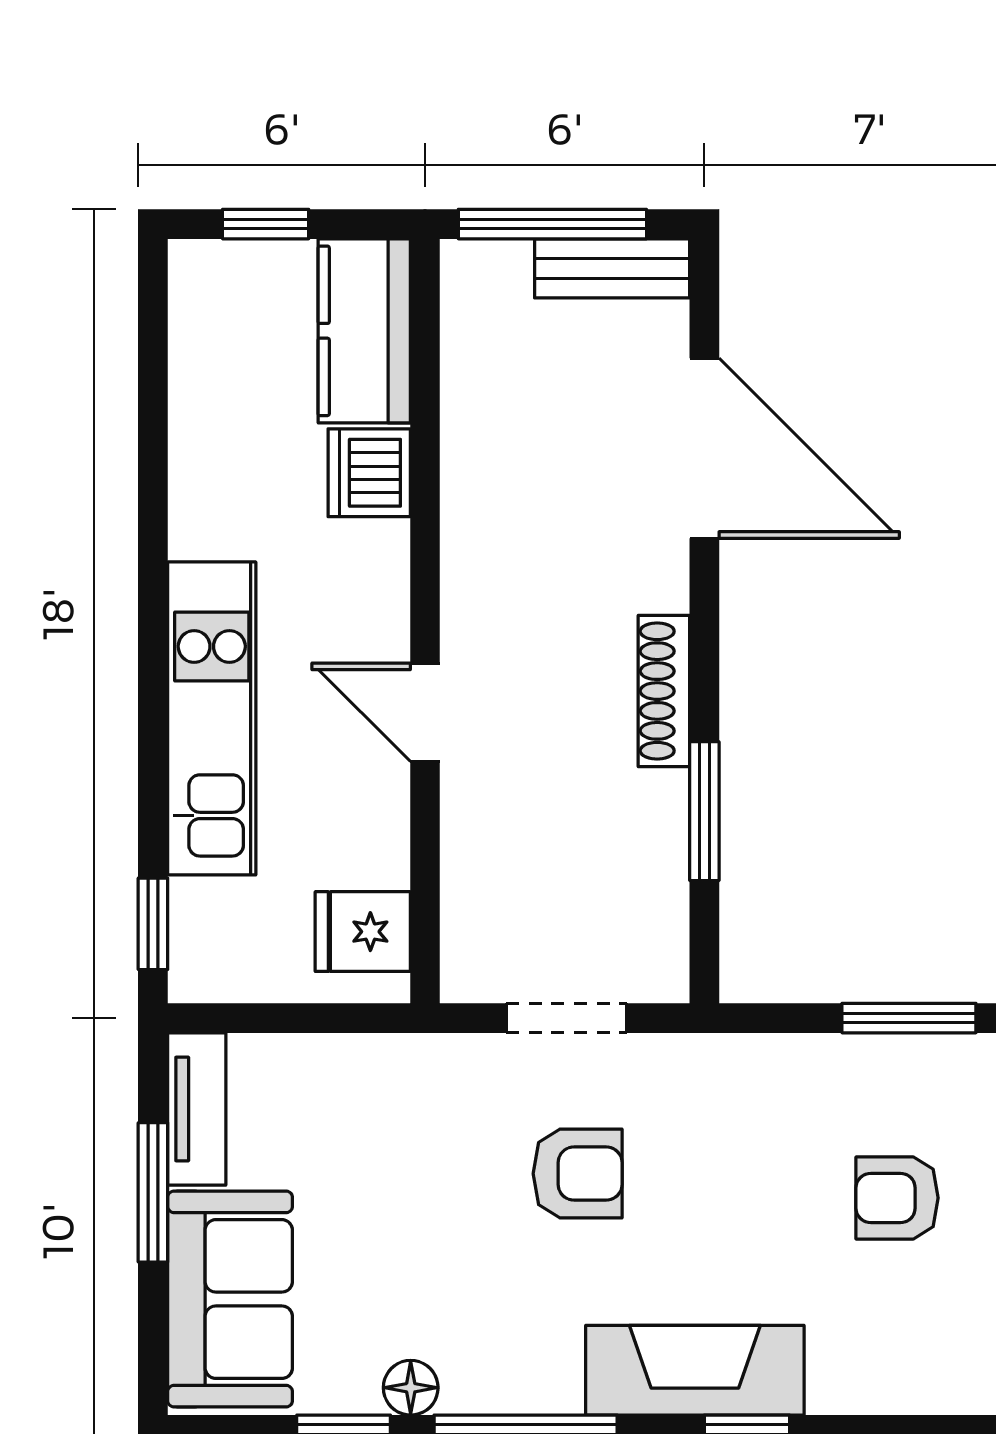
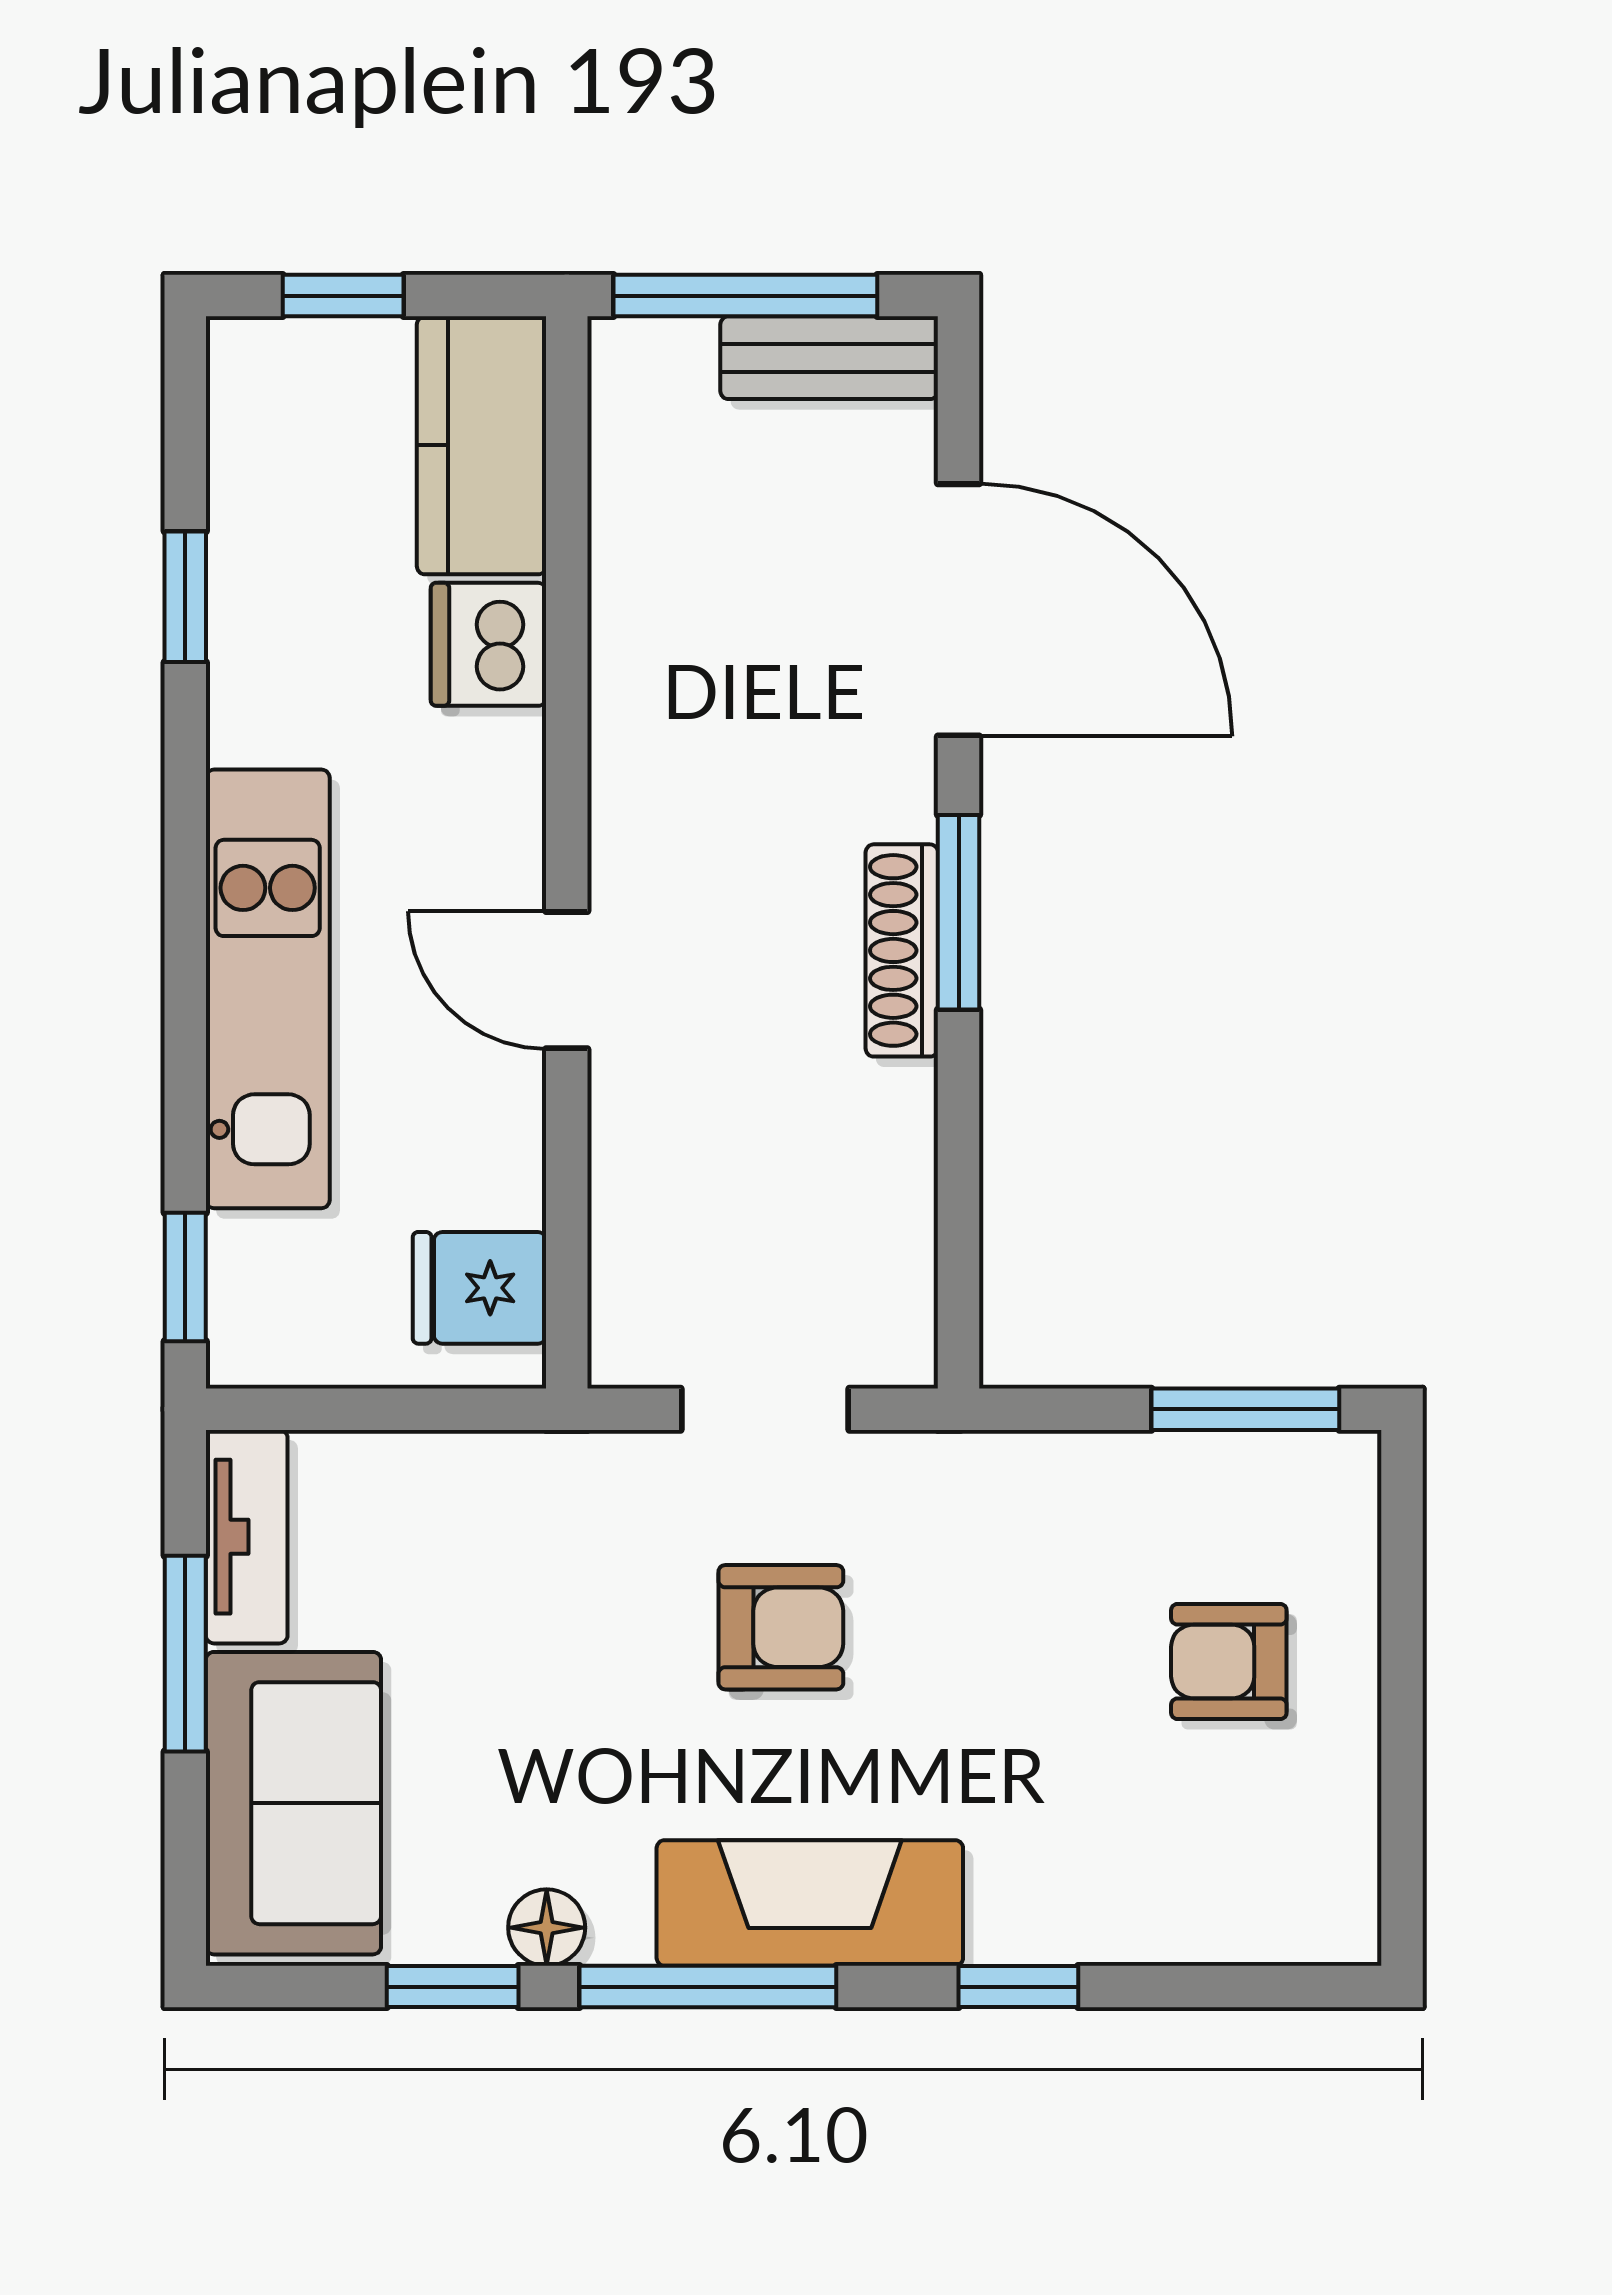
window: (153, 439) -> (185, 597), added
window: (704, 811) -> (959, 912), moved
fireplace: (695, 1370) -> (810, 1903), moved

